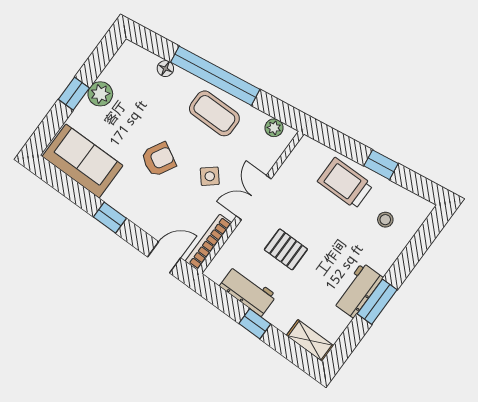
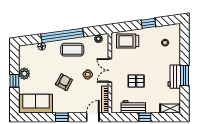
trolley: (345, 183) -> (128, 41), moved

